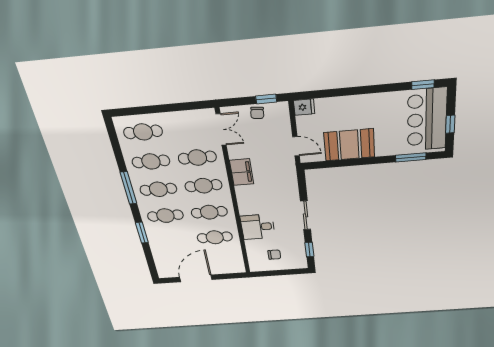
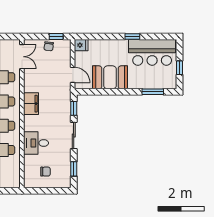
window: (423, 85) -> (132, 37), moved
bar counter: (427, 120) -> (152, 52), moved, turned -90
filing cabinet: (242, 172) -> (31, 104), moved
window: (302, 186) -> (74, 108), added

